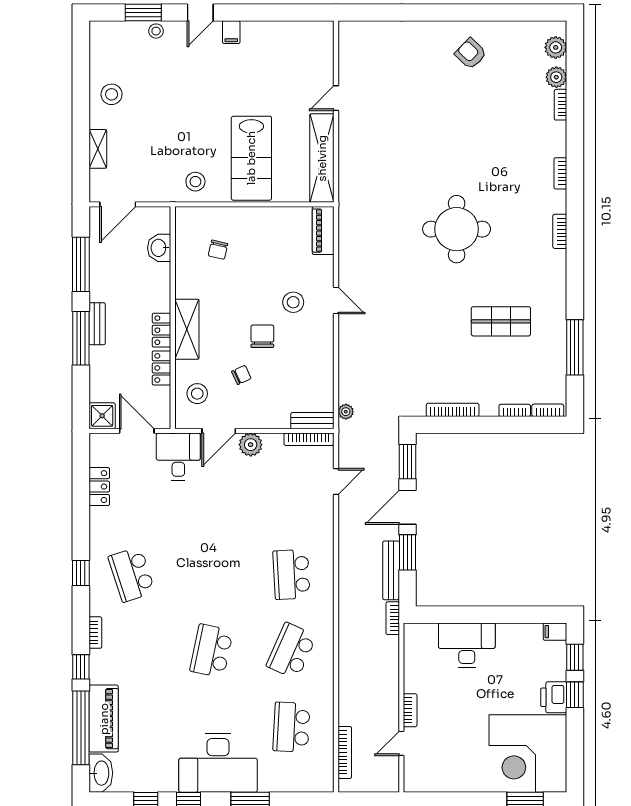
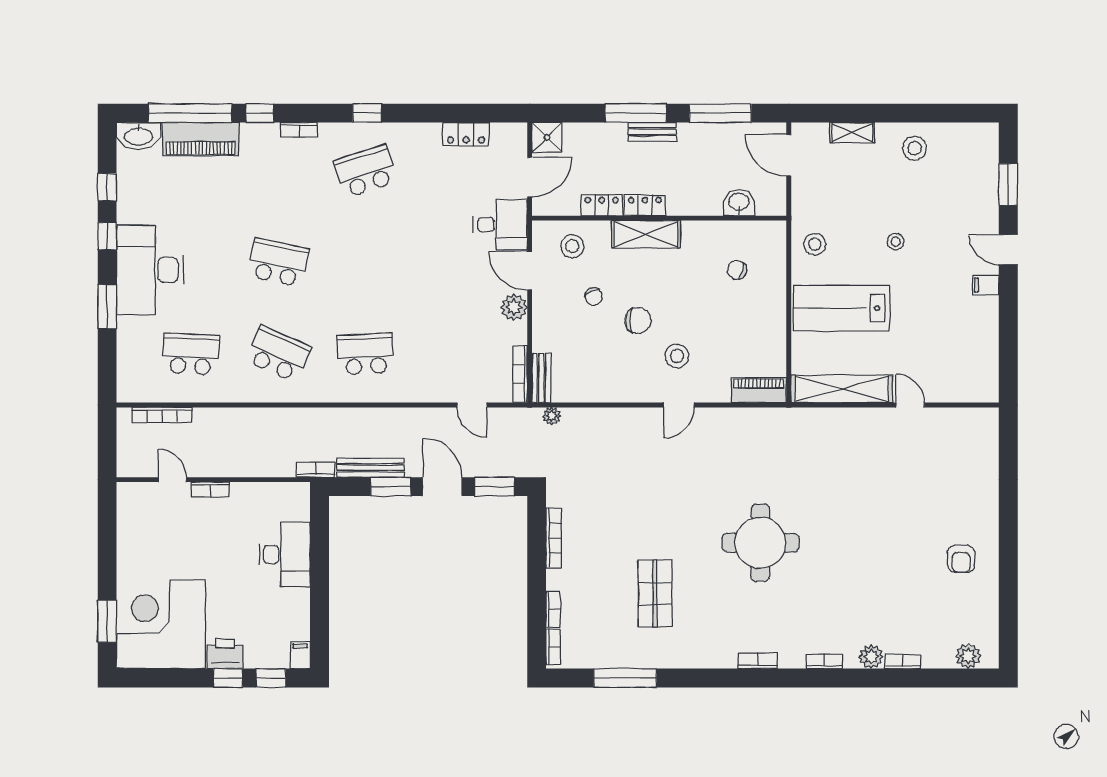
stool: (156, 31) -> (896, 242), moved
armchair: (471, 54) -> (961, 559), turned 136
plant: (556, 77) -> (871, 657), moved

